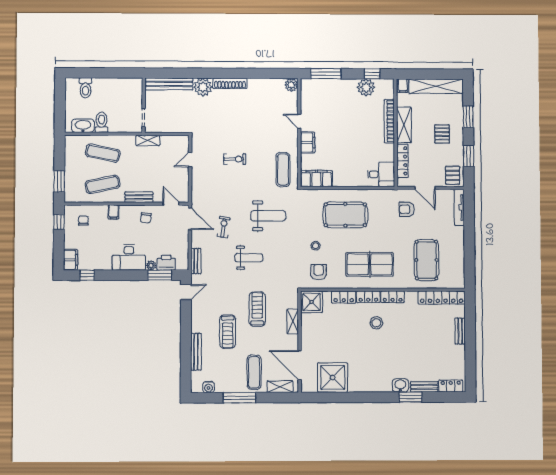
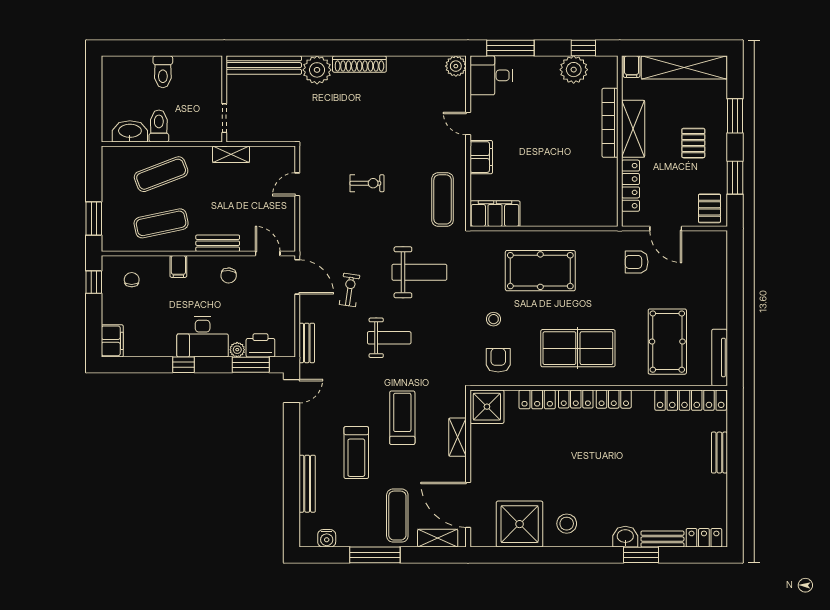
toilet: (86, 88) -> (163, 72), moved
exercise mat: (103, 153) -> (161, 174), turned -33
desk: (381, 174) -> (491, 75), moved, turned 180
tv unit: (459, 207) -> (720, 358), moved
window: (87, 275) -> (184, 365), moved
stool: (376, 323) -> (567, 524), moved

